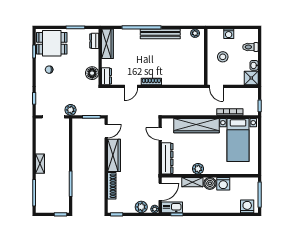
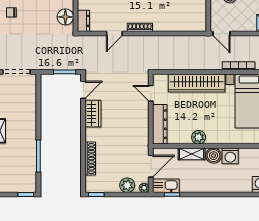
plant: (71, 110) -> (38, 63), removed
wardrobe: (114, 155) -> (93, 114), width x0.67

